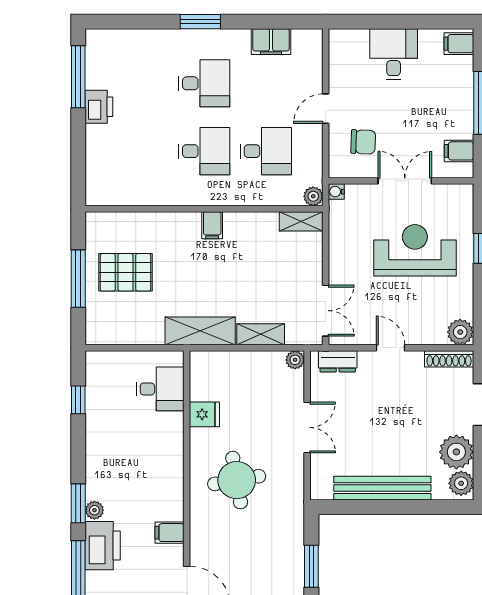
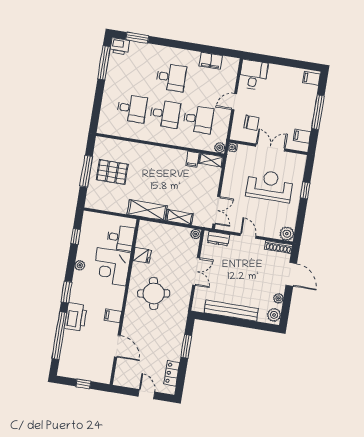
window: (200, 22) -> (137, 38), moved
desk: (394, 54) -> (253, 75), moved
printer: (99, 107) -> (120, 46), moved, turned 90
desk: (142, 151) -> (132, 108), added
filing cabinet: (212, 225) -> (192, 159), moved
corner desk: (153, 444) -> (112, 267), added
plant: (456, 452) -> (279, 298), width x0.53, depth x0.53
plant: (94, 510) -> (80, 265), moved

